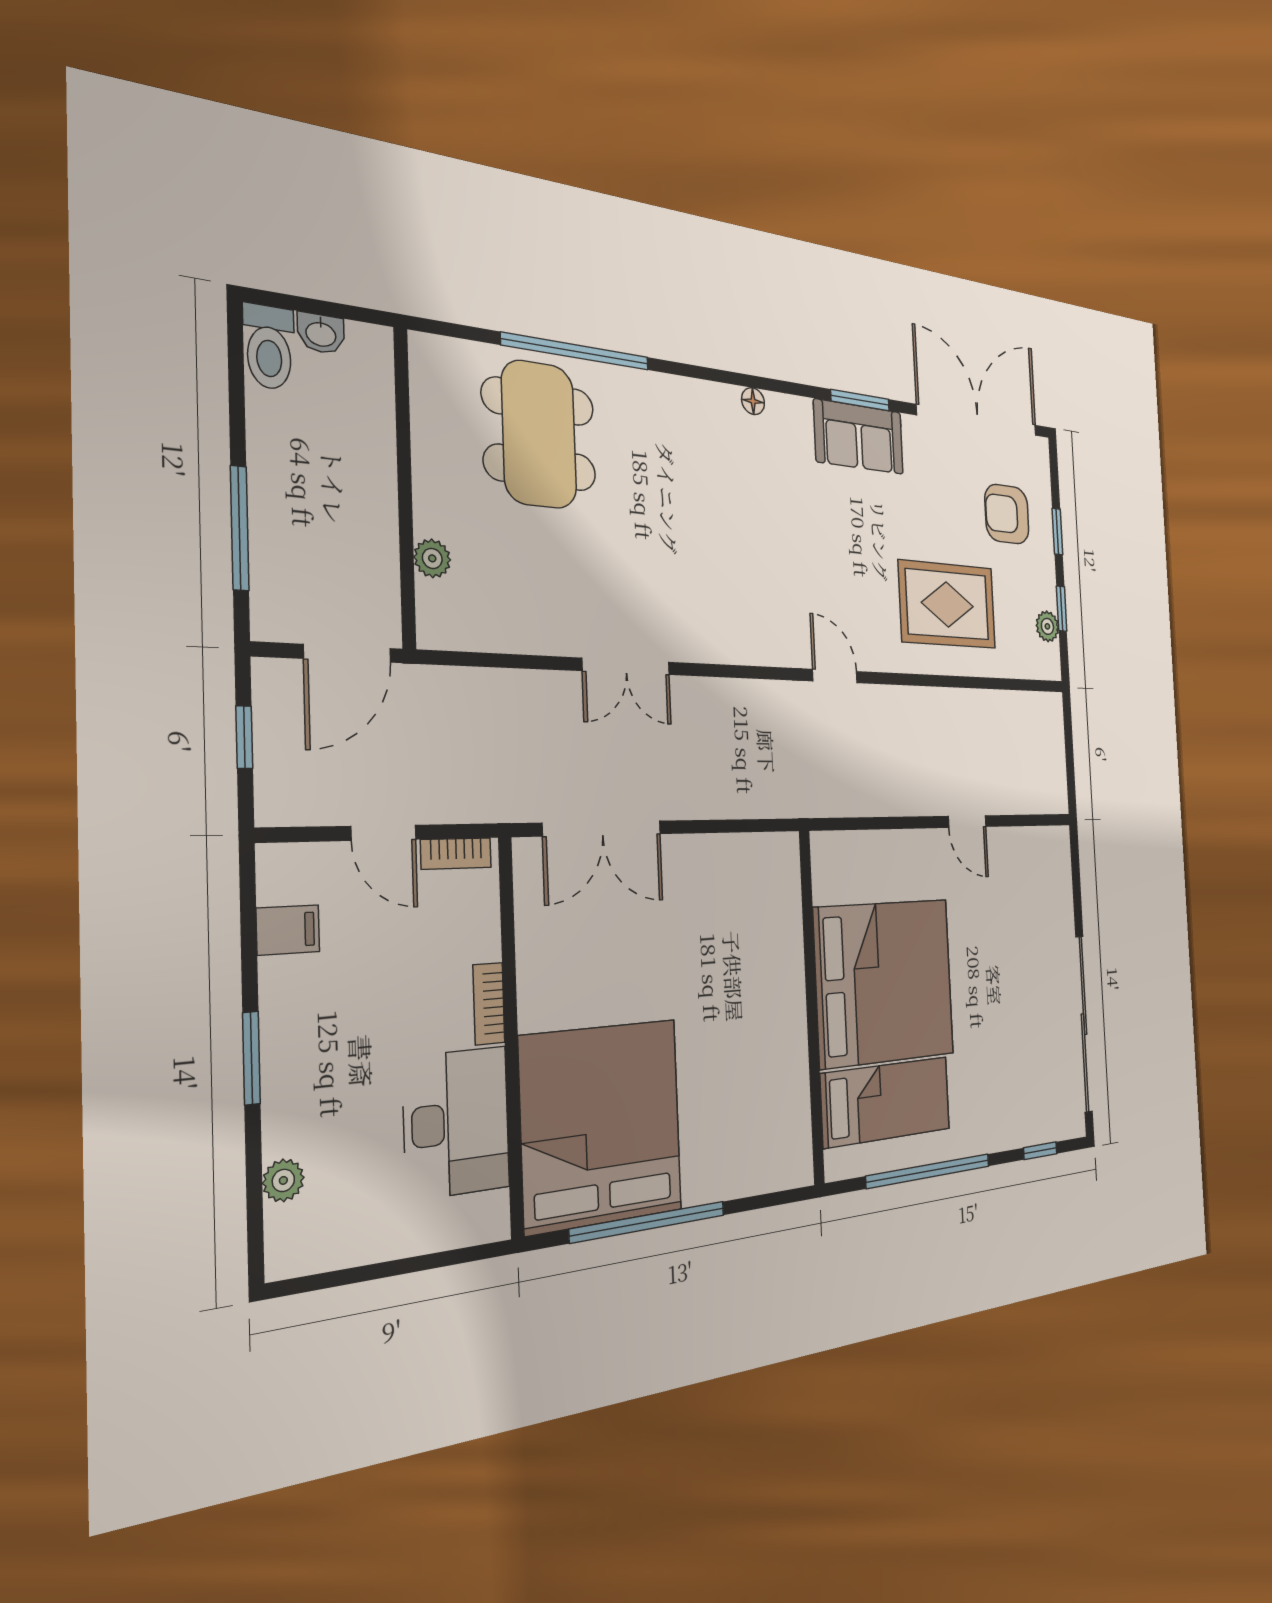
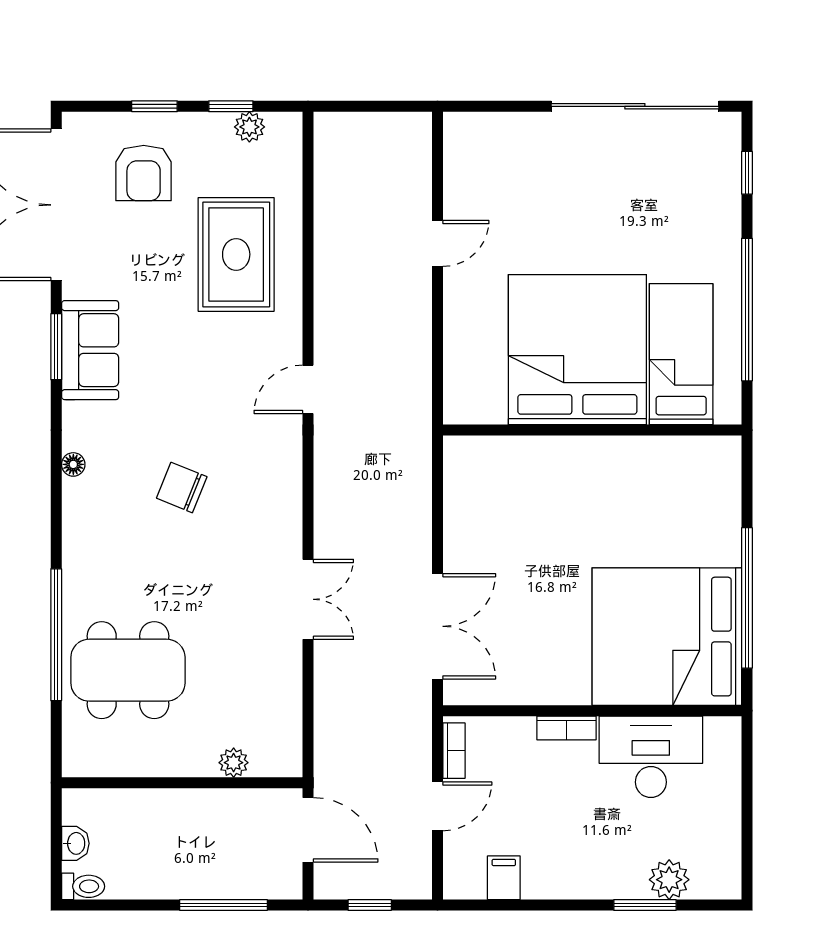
toilet: (269, 347) -> (83, 886), width x0.73, depth x0.72
chair: (736, 524) -> (182, 487), added
window: (251, 1058) -> (645, 905), moved
plant: (283, 1180) -> (669, 880), width x1.38, depth x1.38

